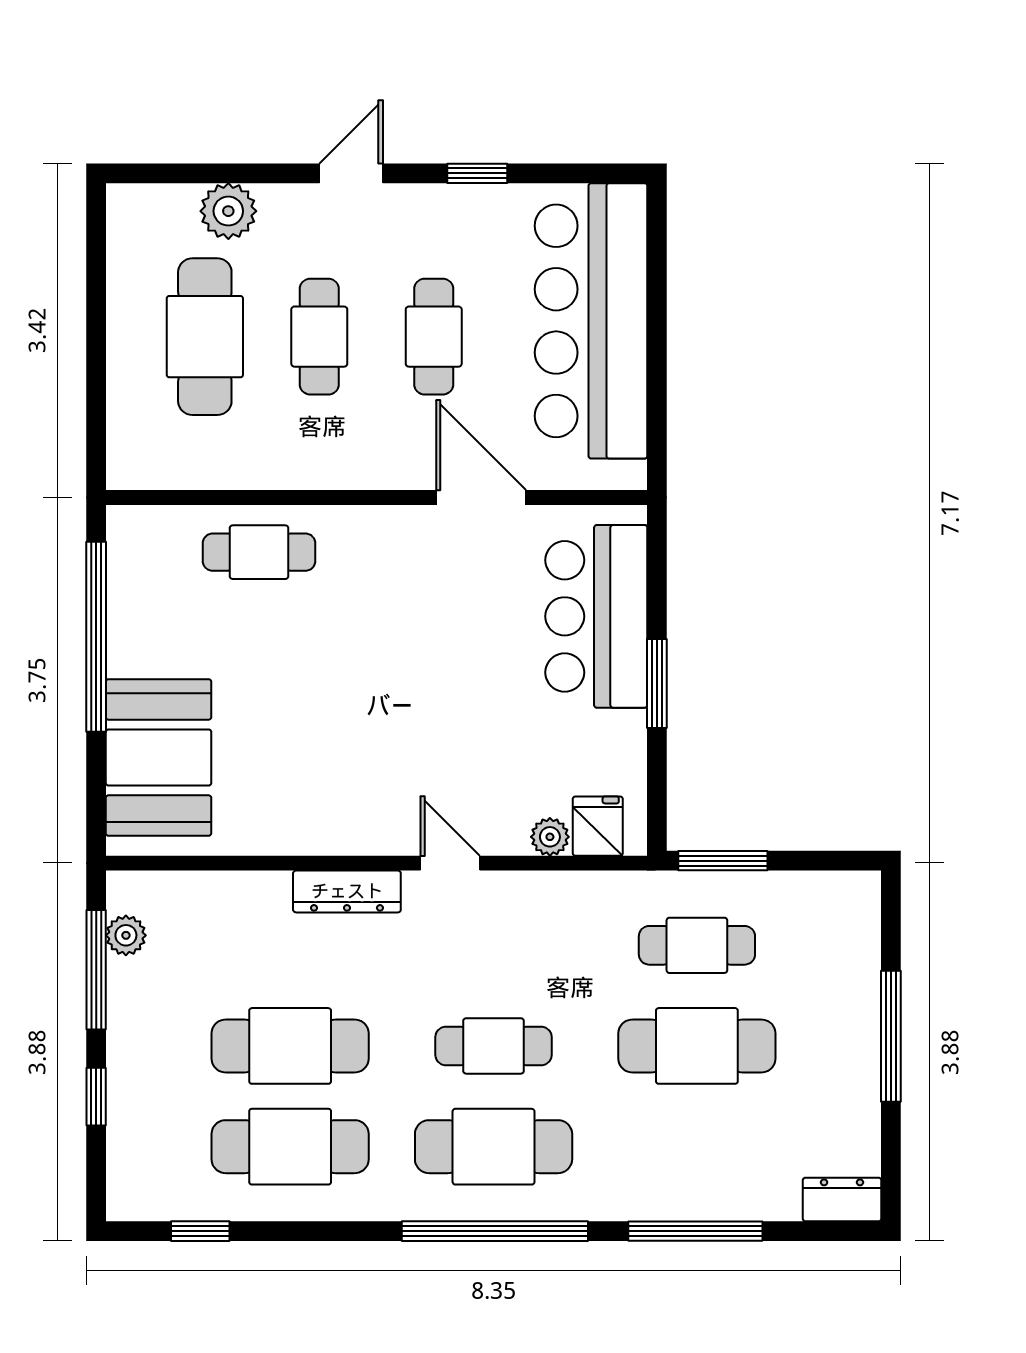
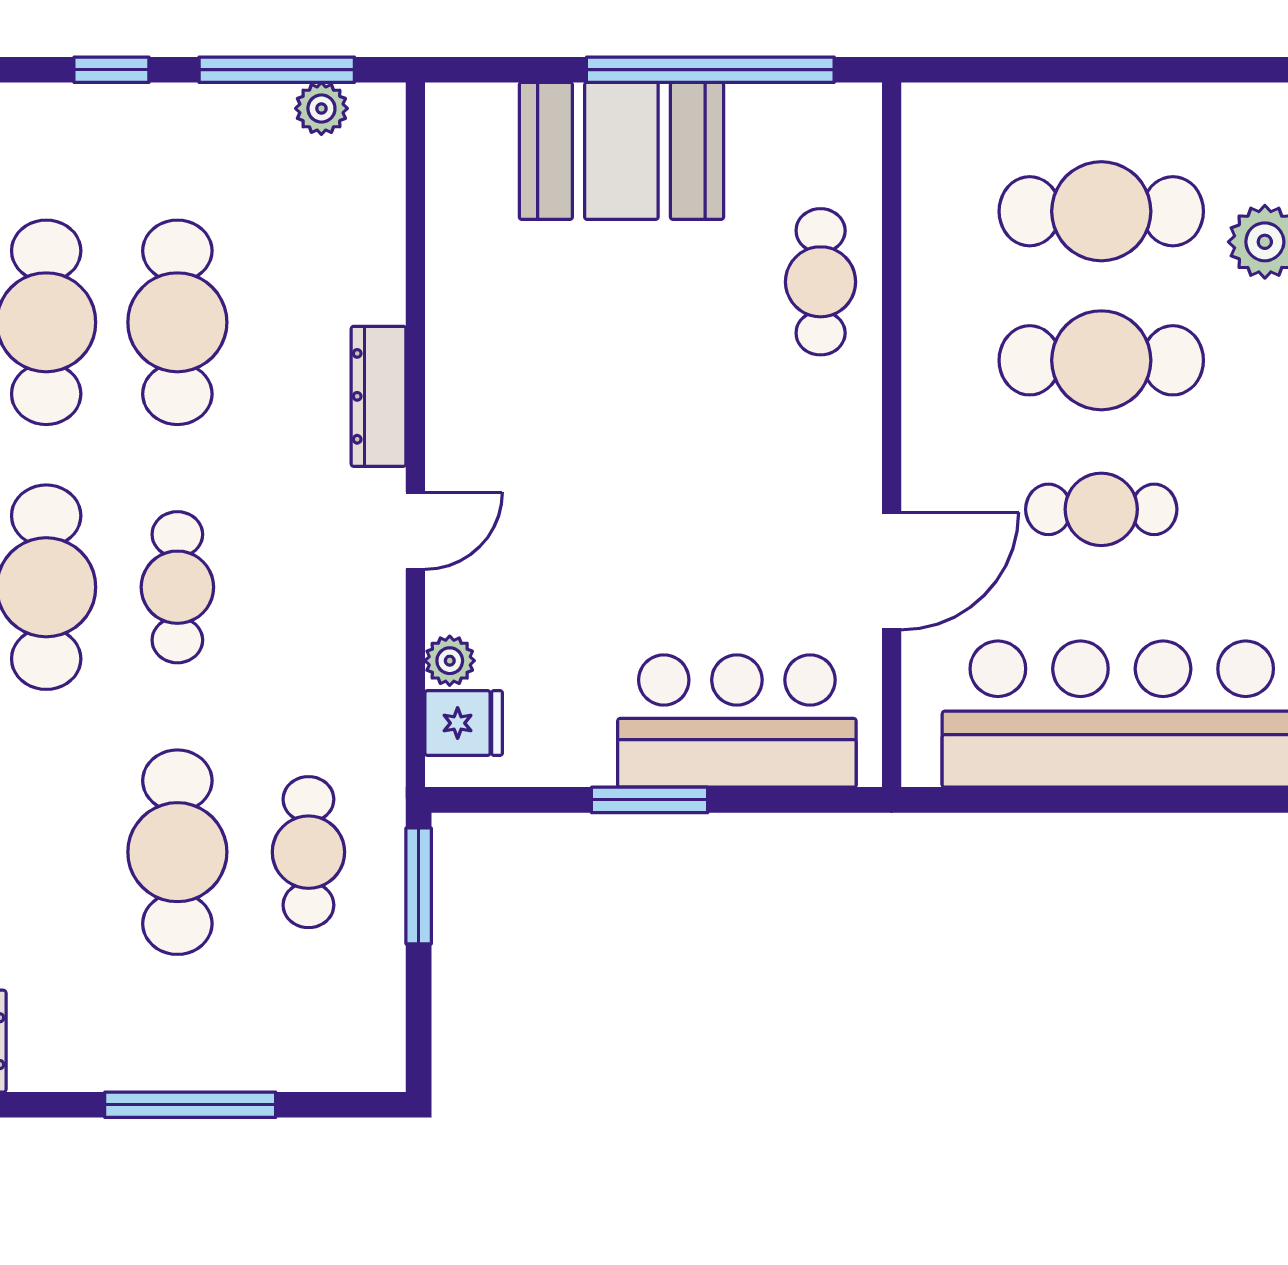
cafe table: (319, 337) -> (1101, 360), width x1.37, depth x1.35
booth: (159, 757) -> (621, 151), moved

